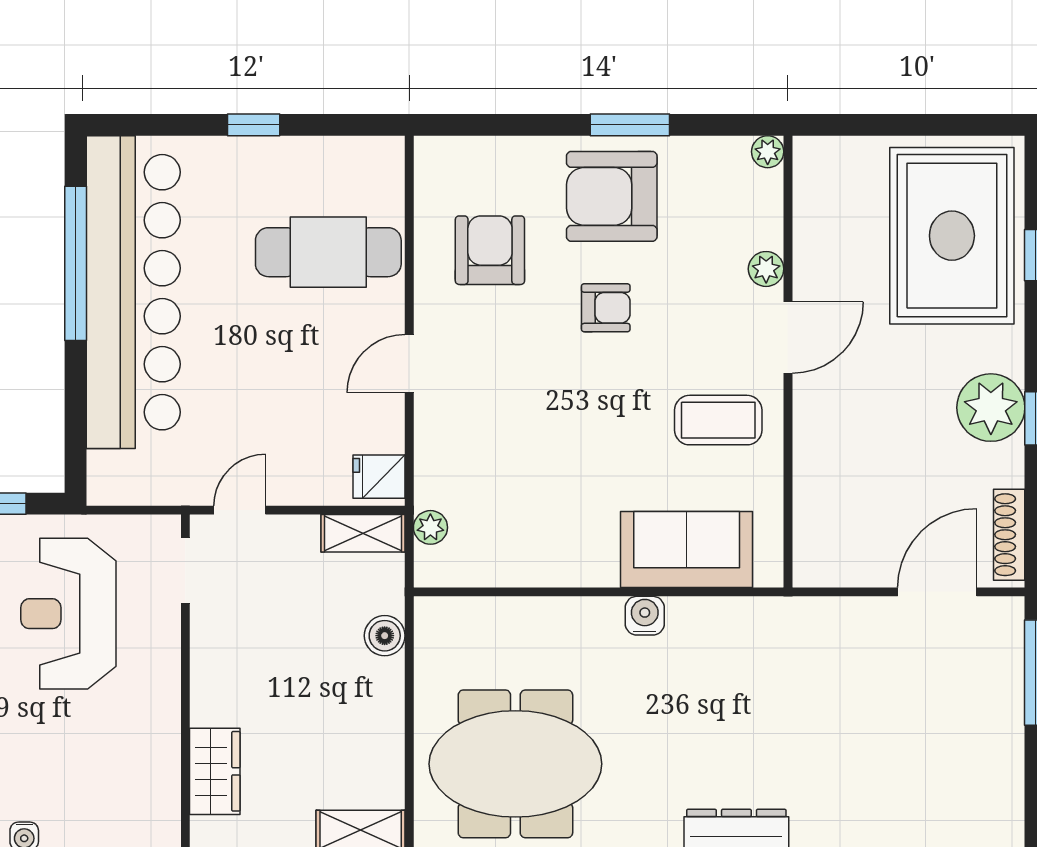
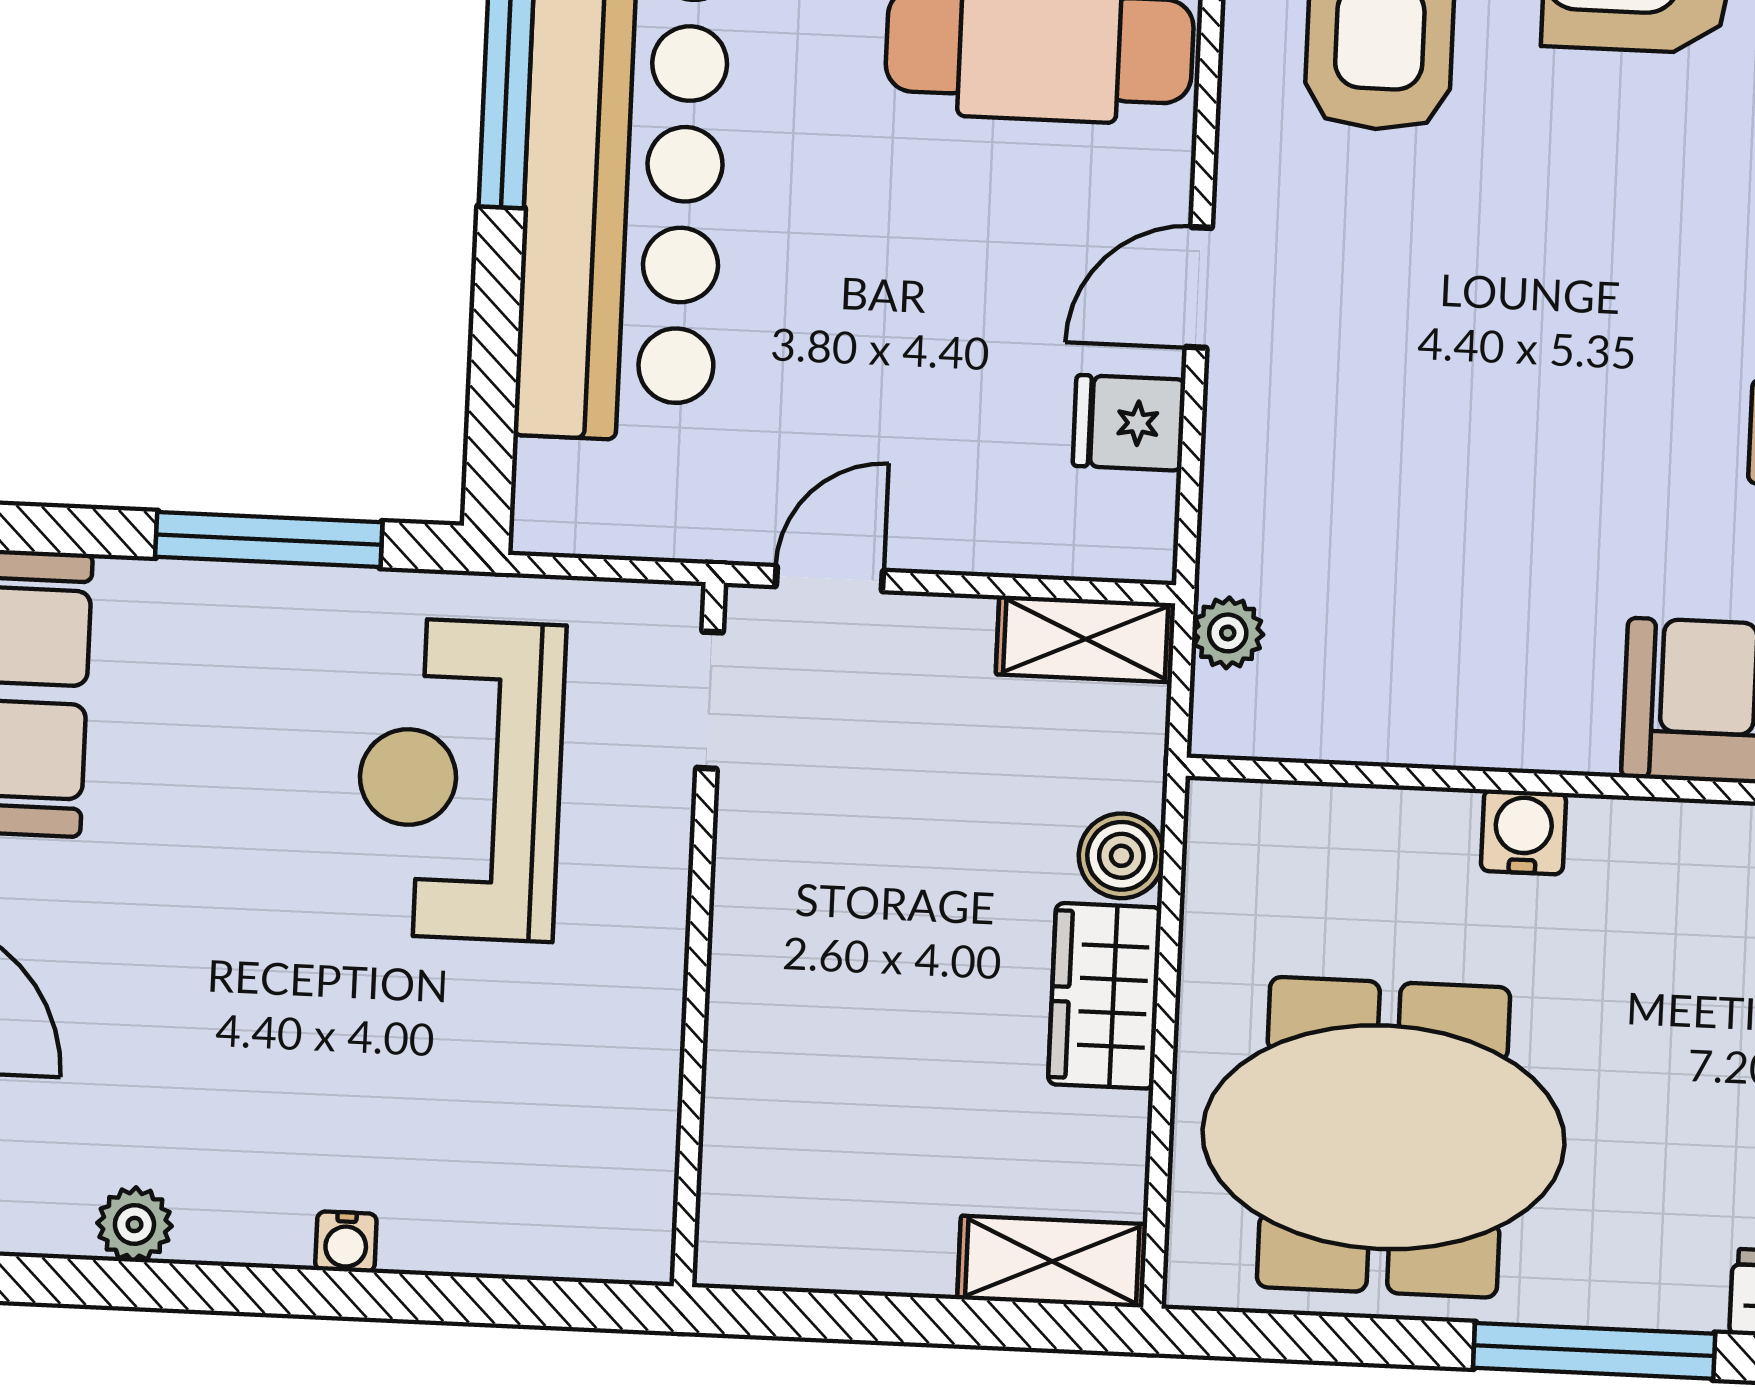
armchair: (606, 308) -> (1616, 189), removed
fridge: (379, 477) -> (1129, 423), moved
water cooler: (645, 616) -> (1523, 832), moved
wardrobe: (215, 771) -> (1105, 996), moved, turned 180

